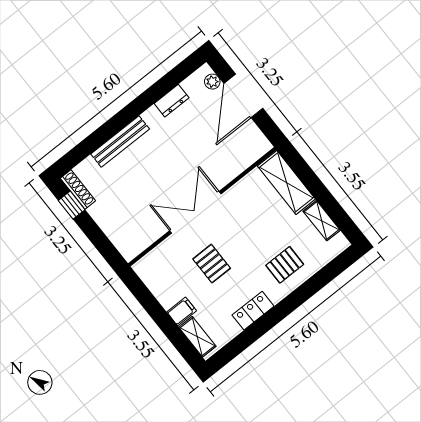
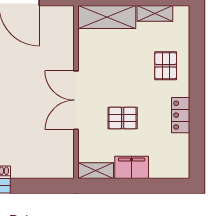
filing cabinet: (182, 311) -> (132, 167), width x2.00
shelving: (197, 337) -> (96, 171), moved

